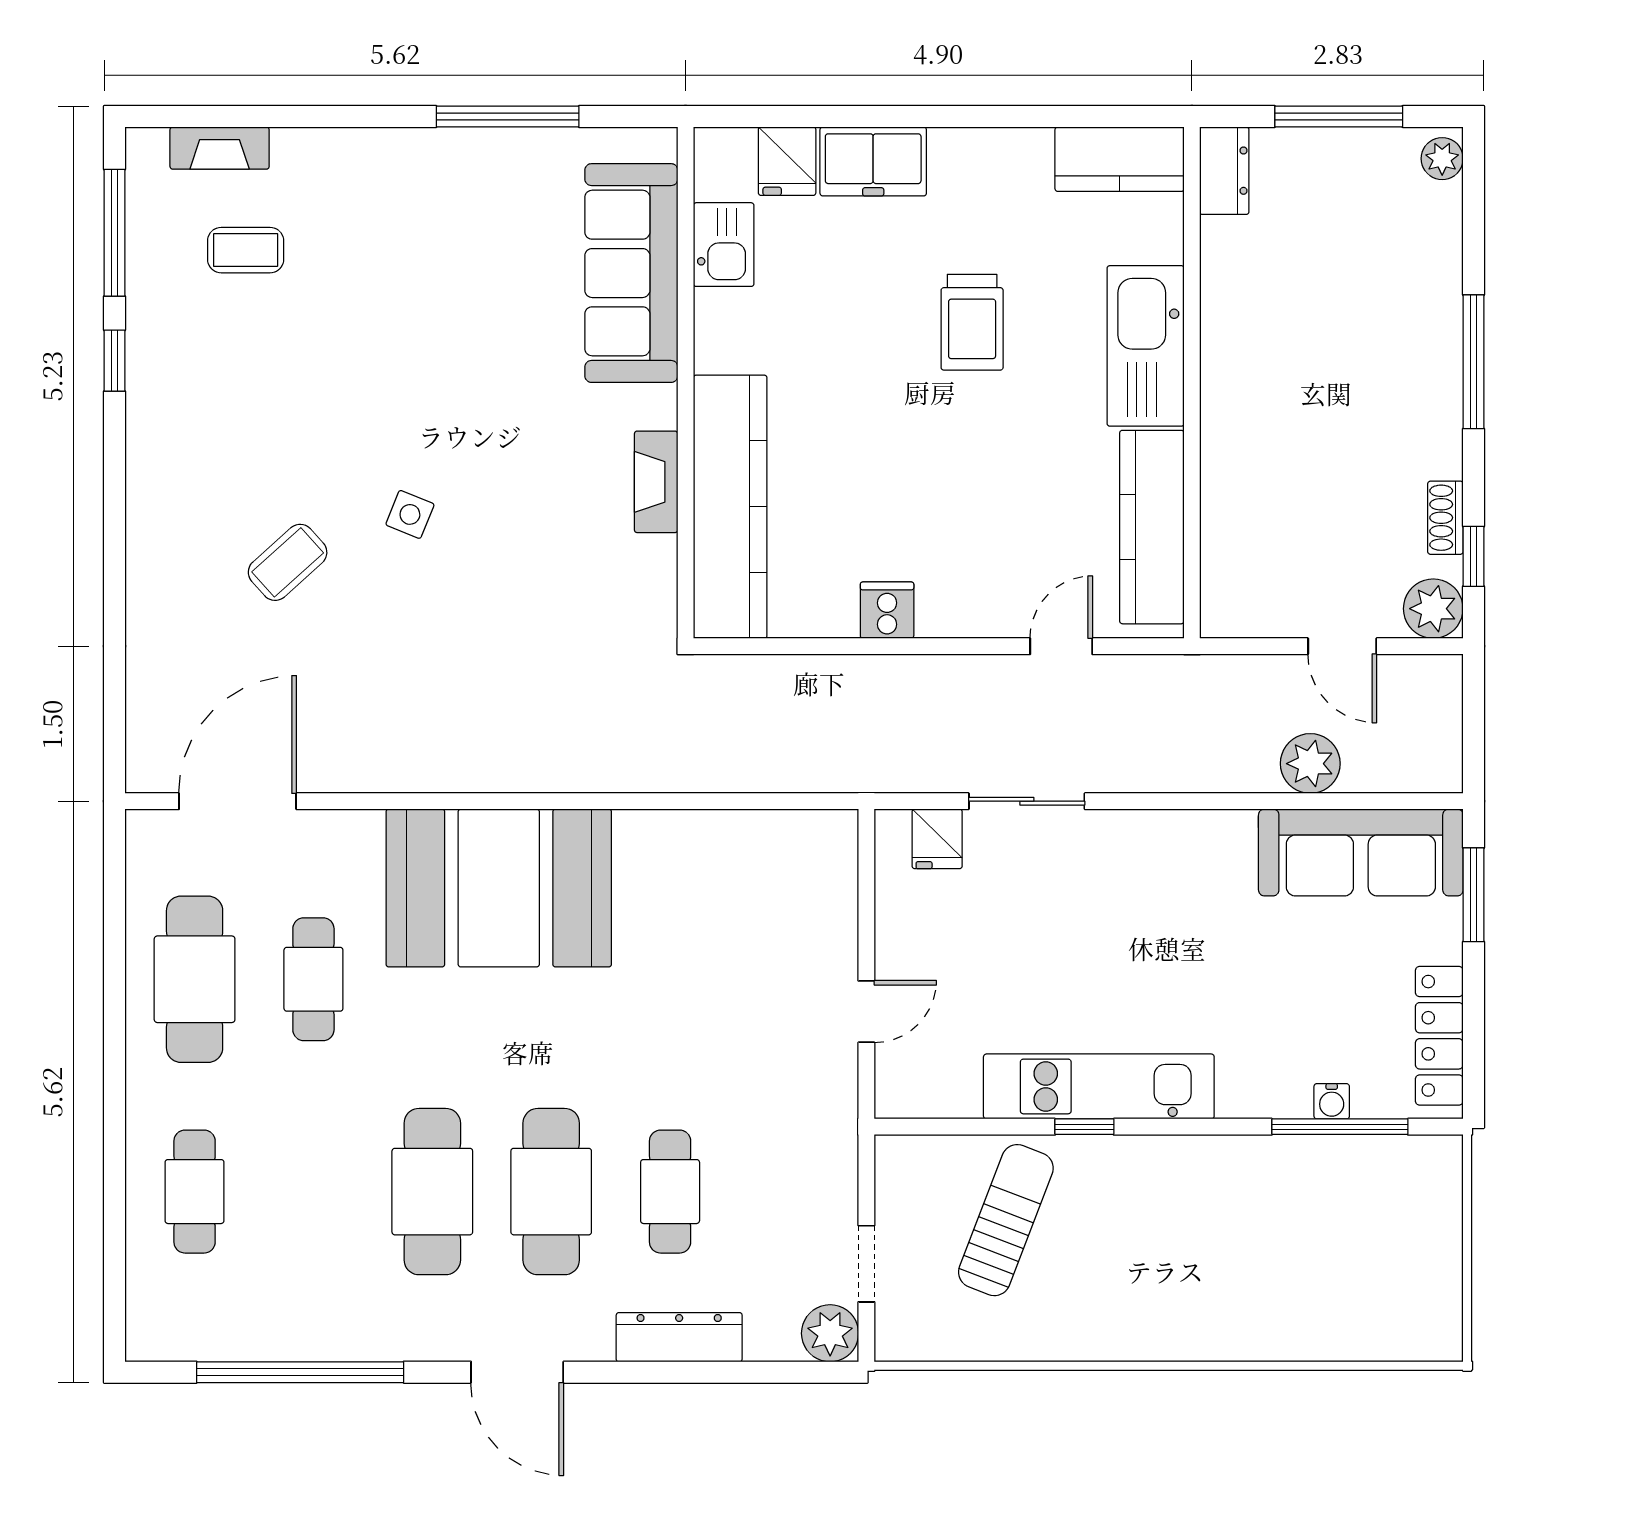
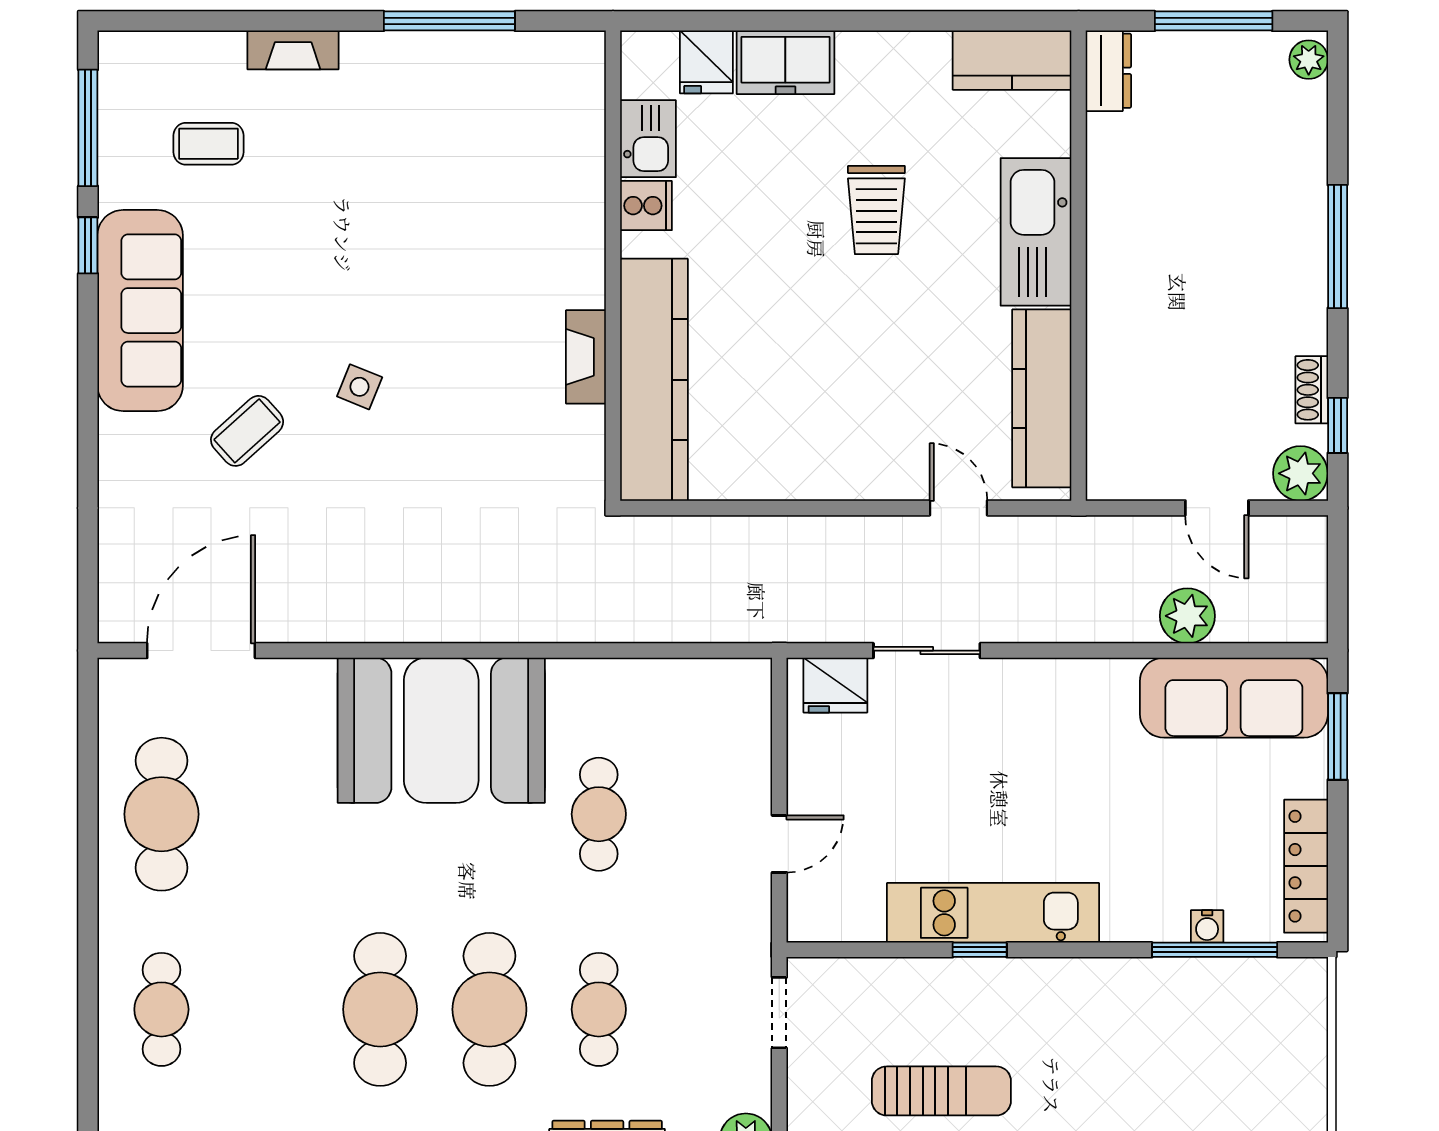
fireplace: (220, 148) -> (293, 50), moved
sofa: (631, 273) -> (140, 311), moved, turned 180
cooker: (887, 610) -> (646, 206), moved, turned 90
door: (1061, 646) -> (958, 508), hinge flipped
fridge: (937, 839) -> (835, 685), width x1.38
cafe table: (313, 979) -> (599, 814), moved
sun lounger: (1006, 1220) -> (941, 1091), moved, turned 69
doorway: (866, 1264) -> (779, 1013), moved

